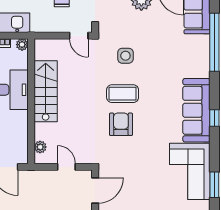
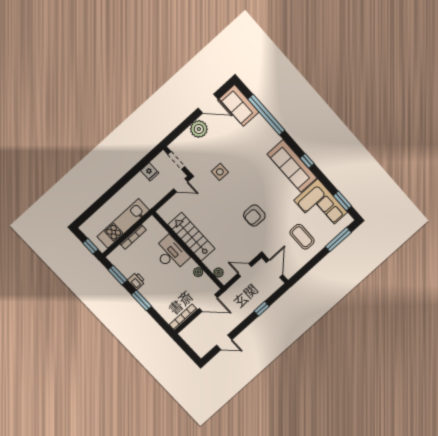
plant: (22, 45) -> (198, 272), moved
coffee table: (123, 94) -> (302, 237), moved, turned 90
armchair: (121, 124) -> (254, 215), turned -90

